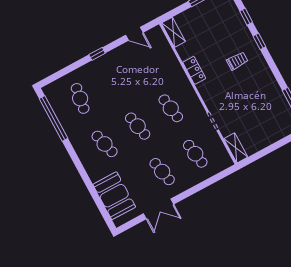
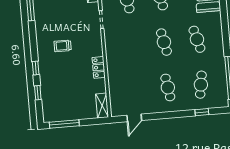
door: (134, 34) -> (134, 118), swing flipped
window: (97, 54) -> (202, 112), moved
trolley: (237, 61) -> (63, 46), moved
cafe table: (171, 108) -> (168, 87), moved

